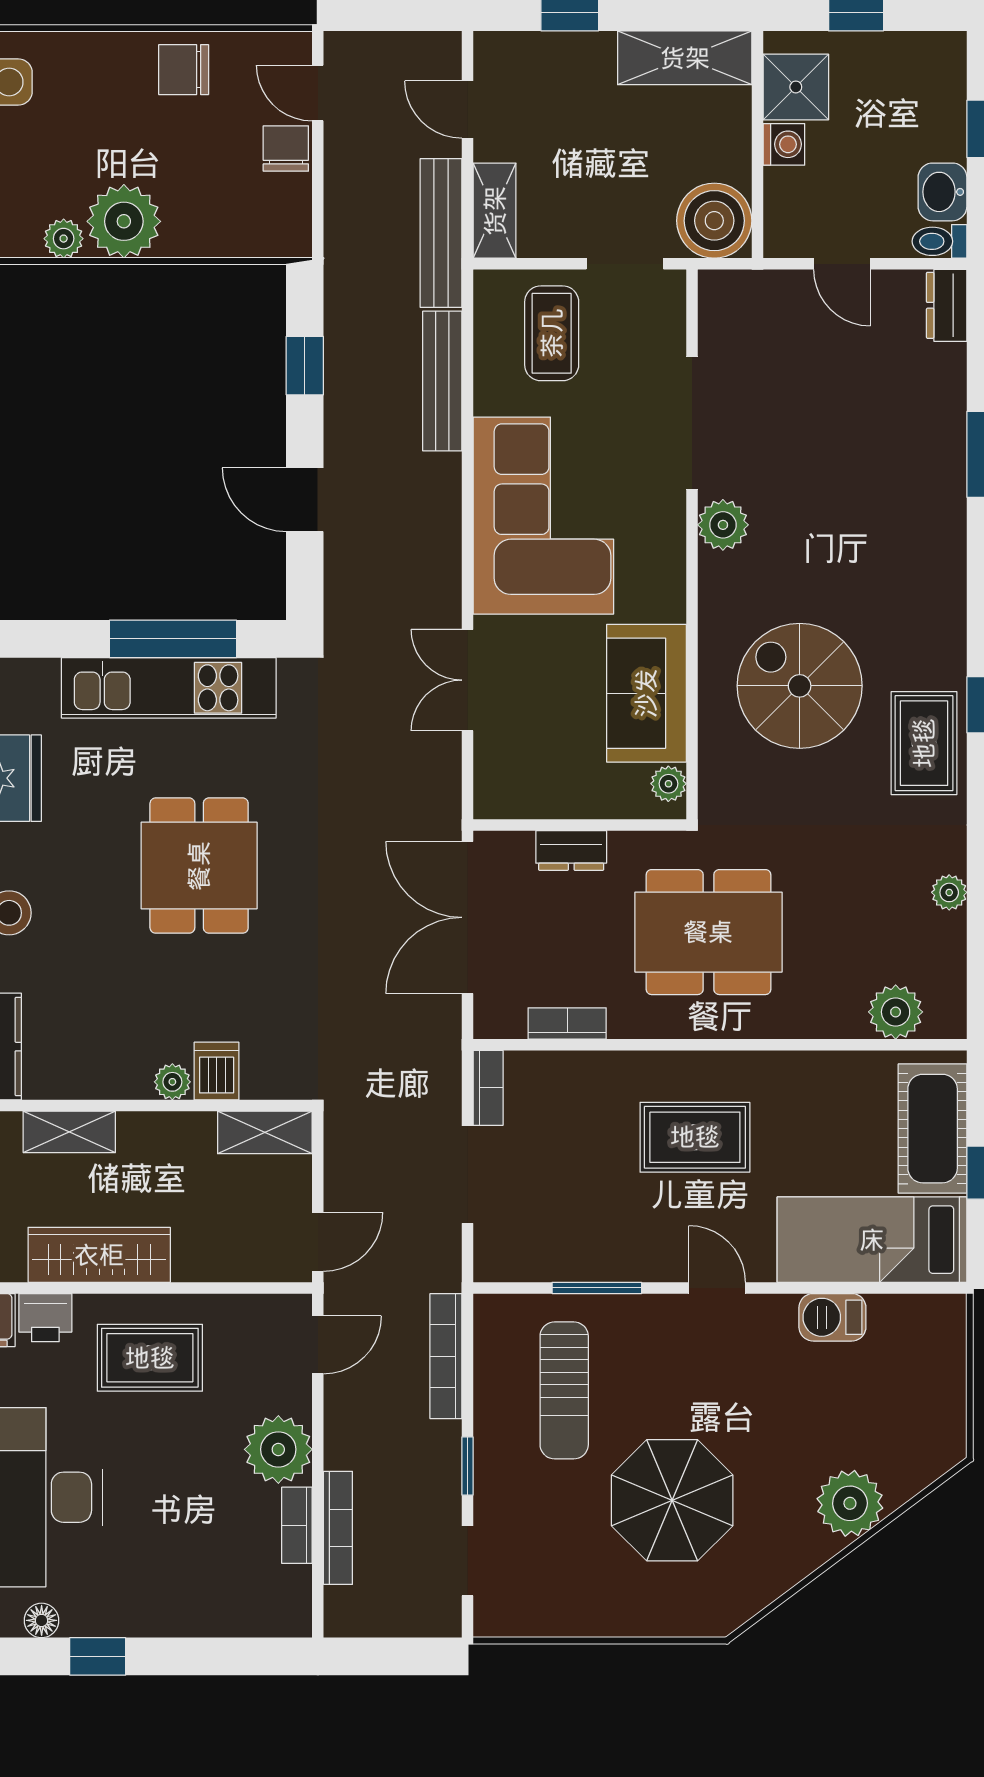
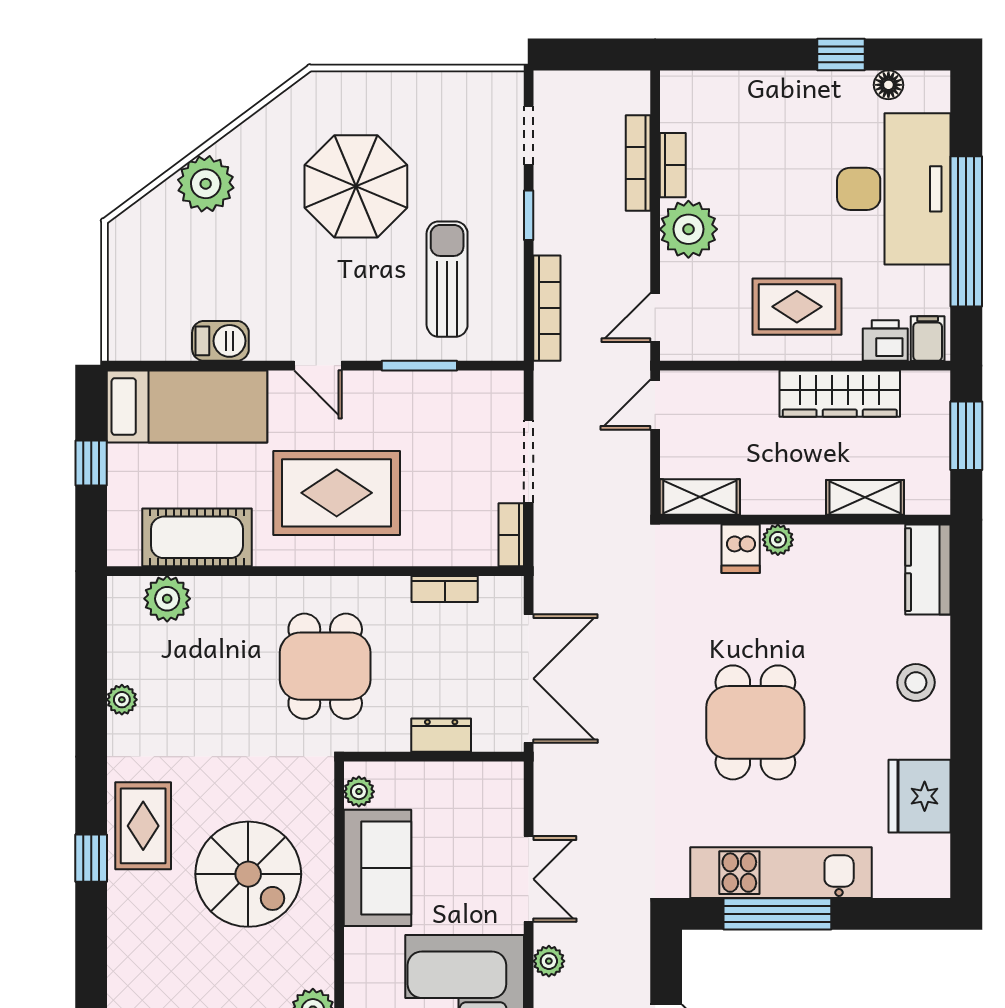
plant: (444, 583) -> (549, 961), added
dining table: (708, 932) -> (325, 666), width x0.73
cot: (933, 1129) -> (197, 537), moved, turned 90
rug: (695, 1137) -> (337, 493), width x1.36, depth x1.43

